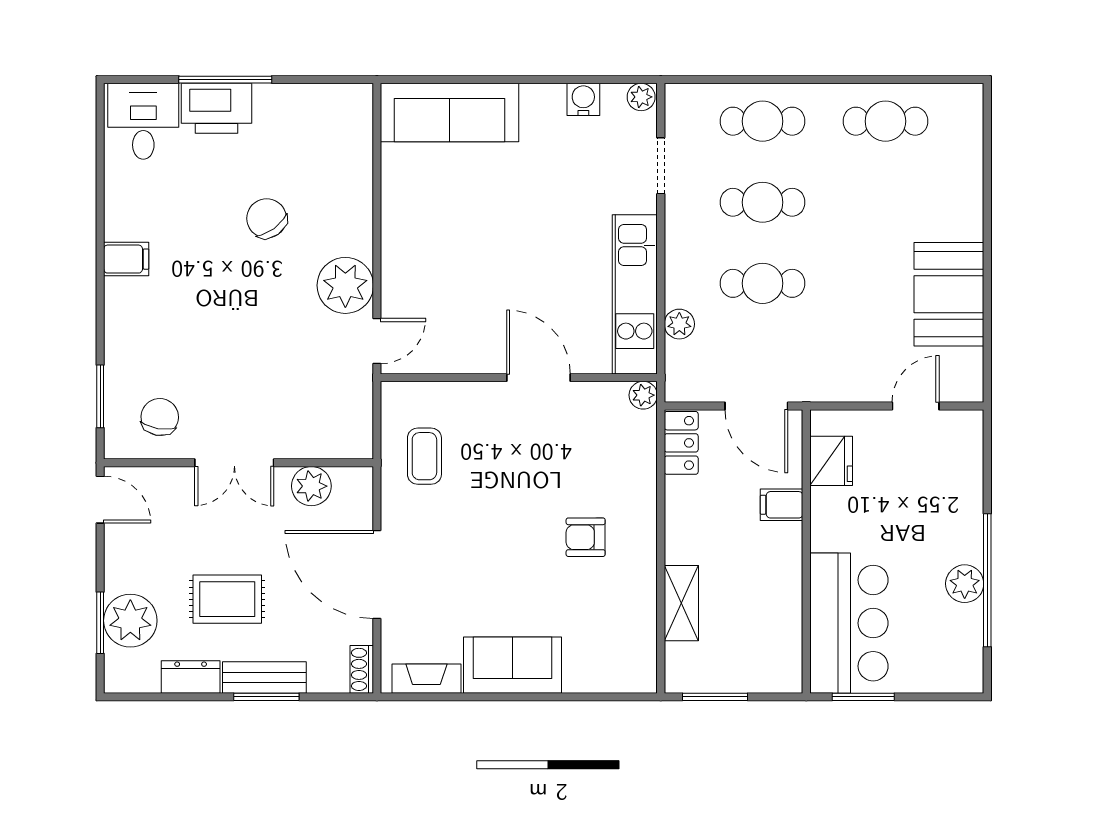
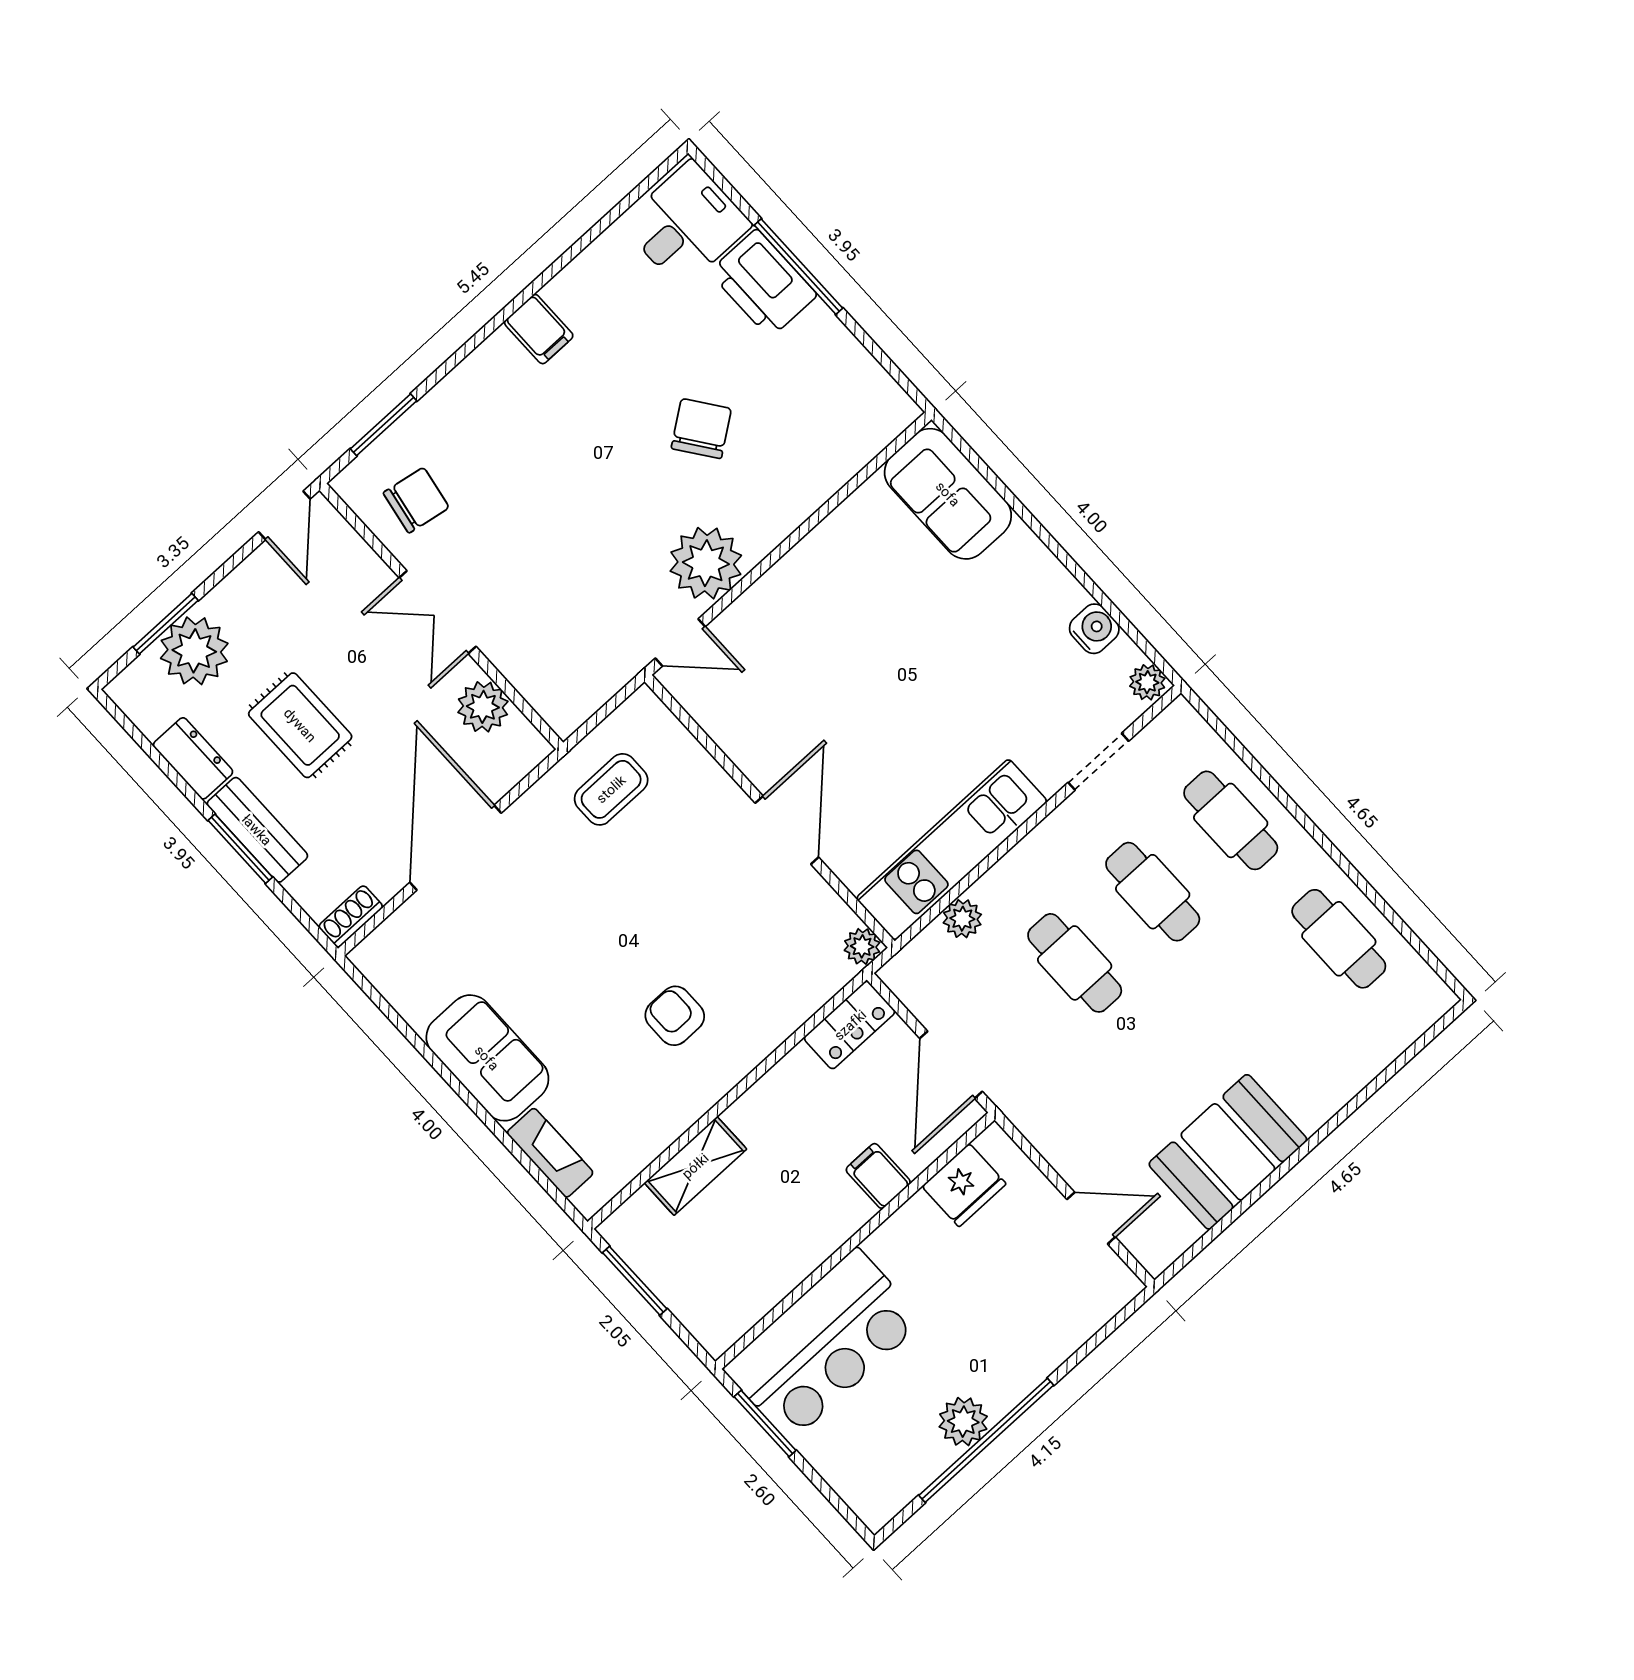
sofa: (450, 112) -> (948, 494), width x0.73
fireplace: (426, 679) -> (550, 1153), moved

